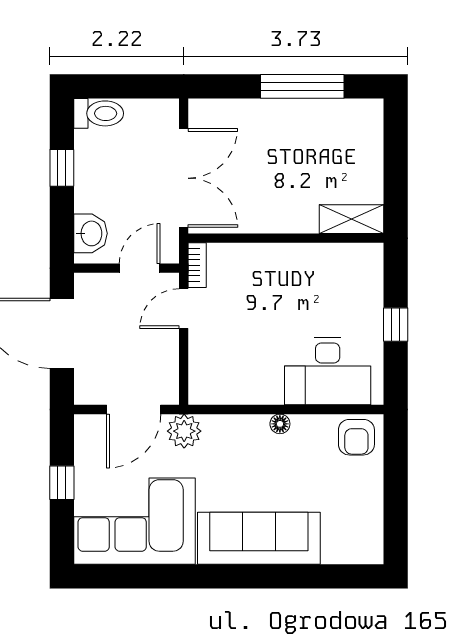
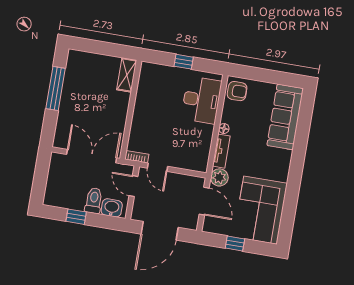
toilet: (99, 113) -> (94, 201), moved
tv unit: (236, 426) -> (221, 151), added
sofa: (259, 538) -> (285, 117), moved

